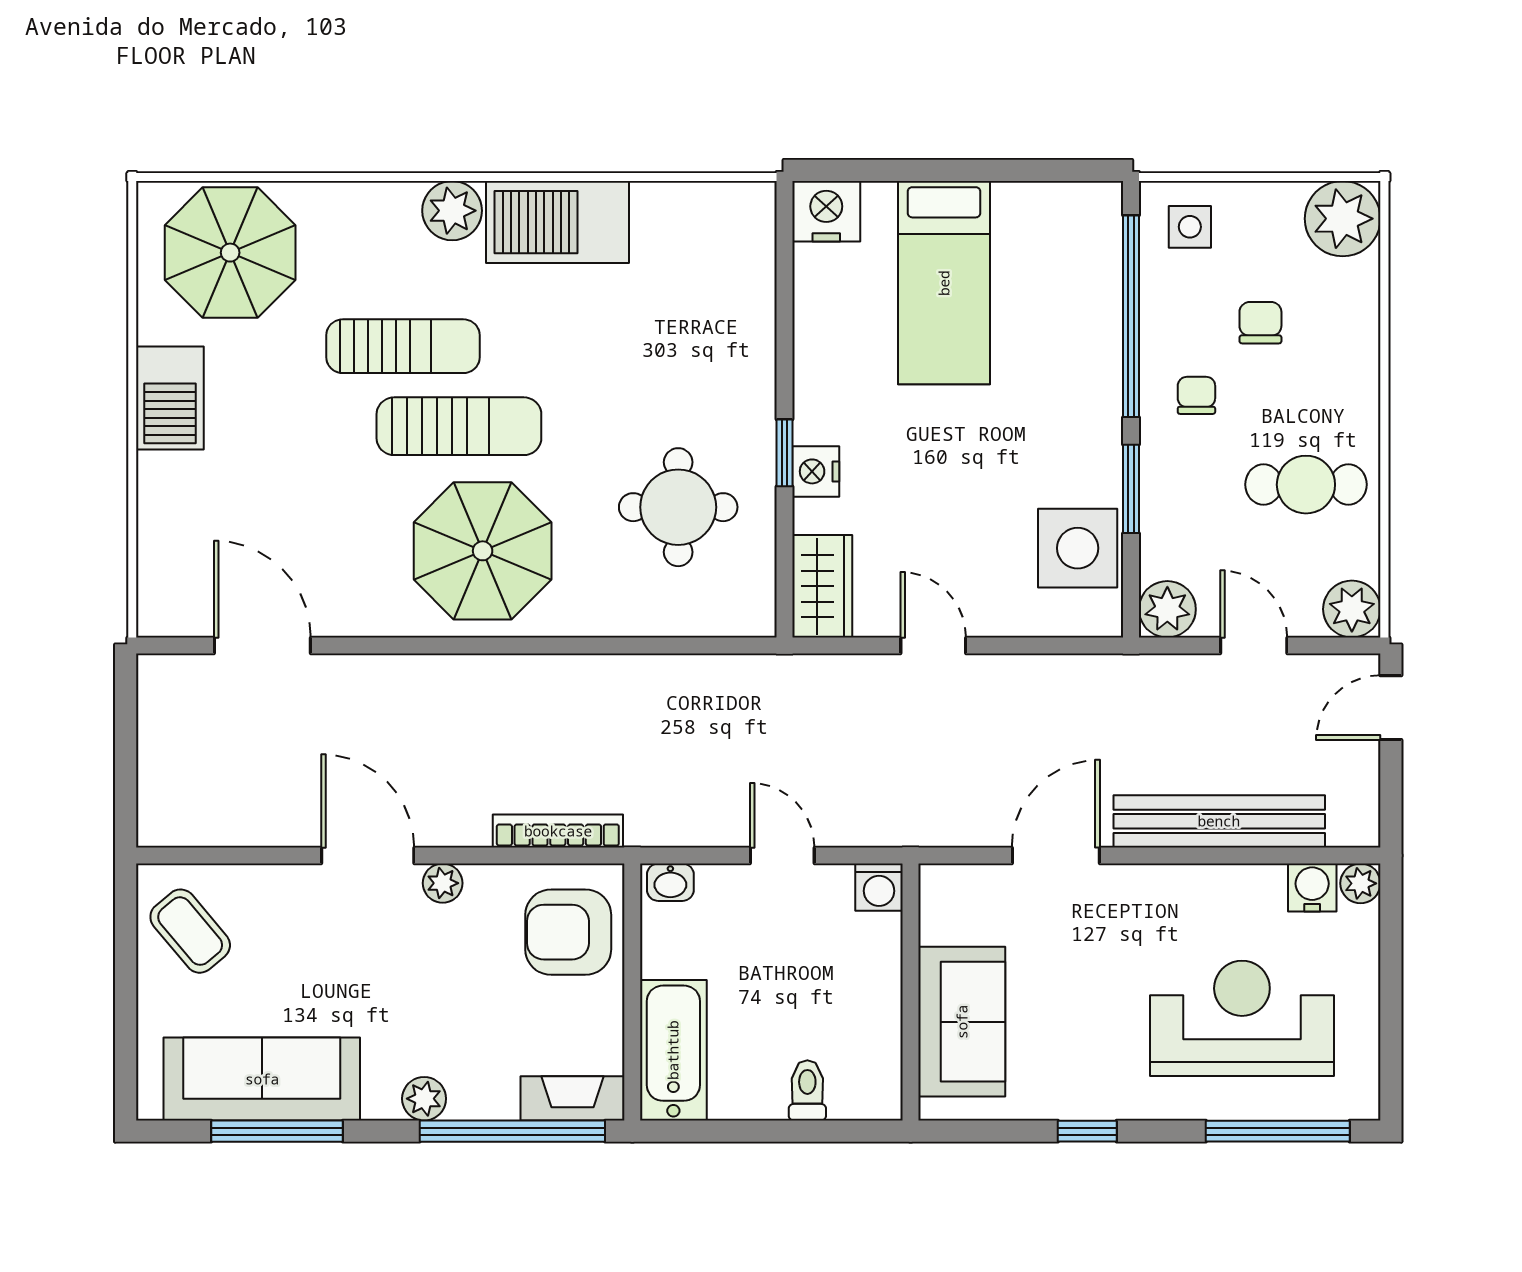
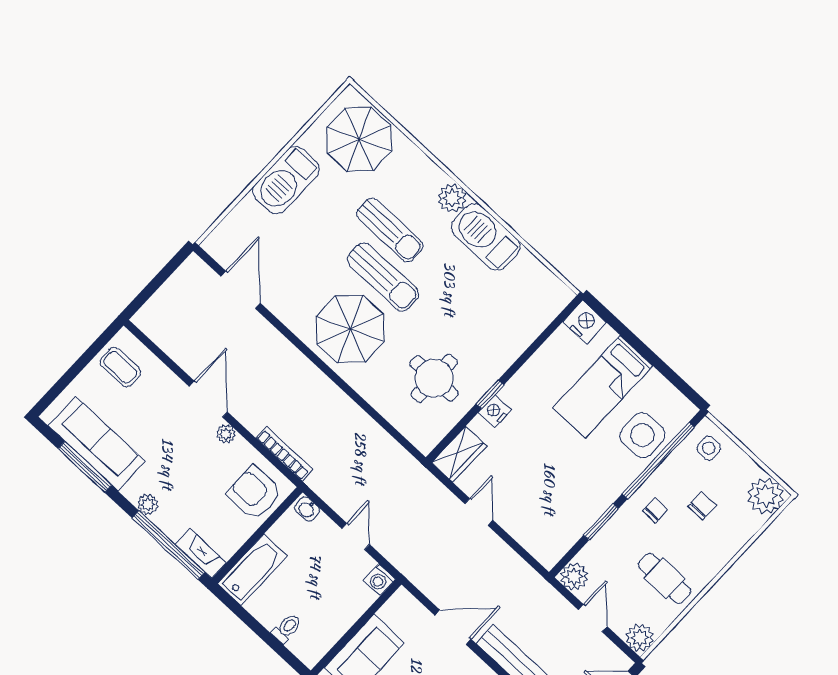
barbecue: (170, 398) -> (286, 180), width x1.37, depth x1.21
side table: (1078, 548) -> (642, 435), moved
coffee table: (190, 931) -> (120, 367), turned -50

